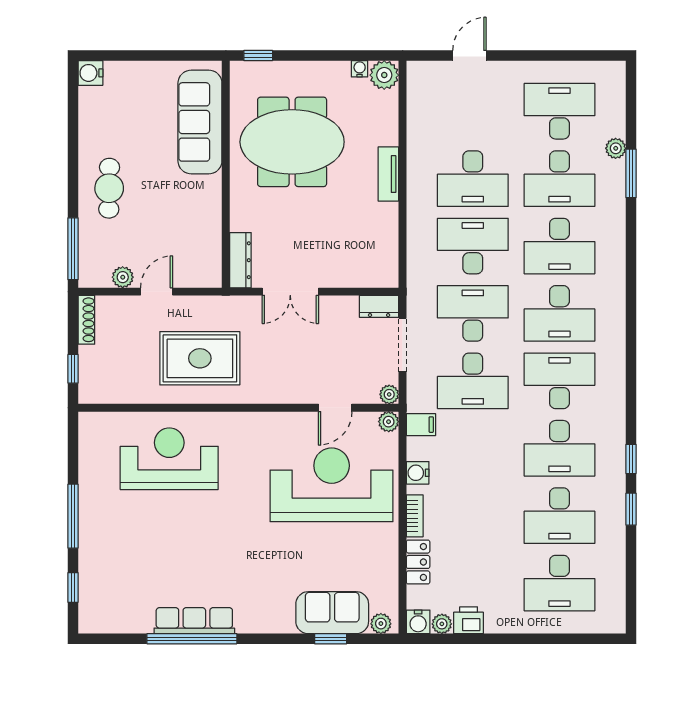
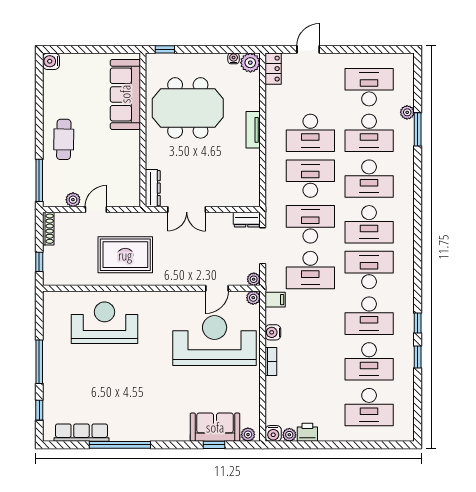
locker: (418, 562) -> (273, 69), moved
row of seats: (194, 621) -> (81, 433), moved

